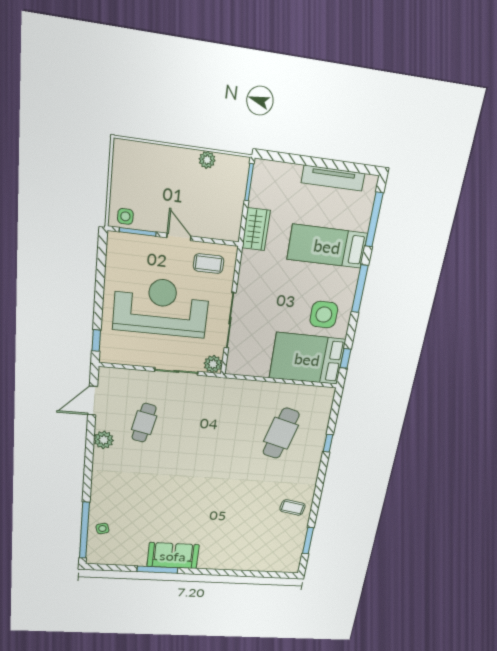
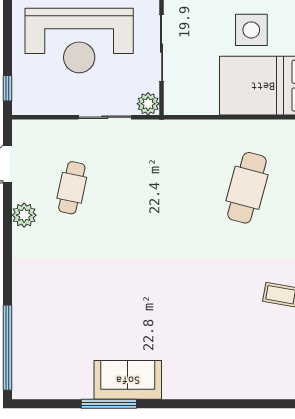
reception desk: (161, 307) -> (79, 41), turned 180
side table: (324, 315) -> (251, 30), moved
side table: (102, 529) -> (31, 343), removed

